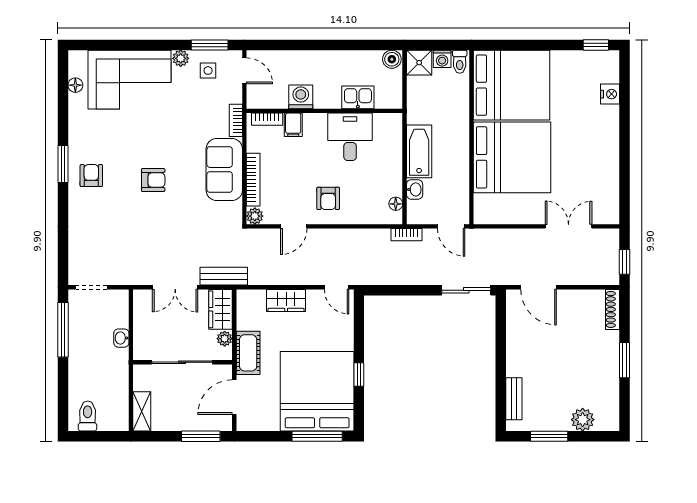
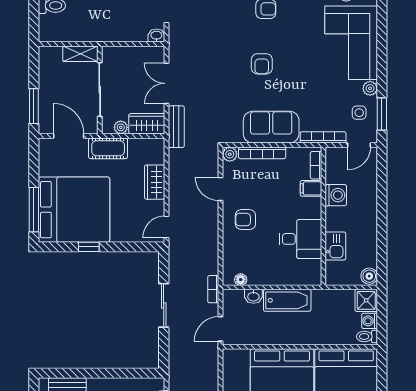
bookcase: (236, 120) -> (323, 137), width x1.56
sliding door: (466, 290) -> (164, 305), moved
washbasin: (121, 338) -> (156, 36), moved
shelving: (142, 411) -> (80, 54), moved

